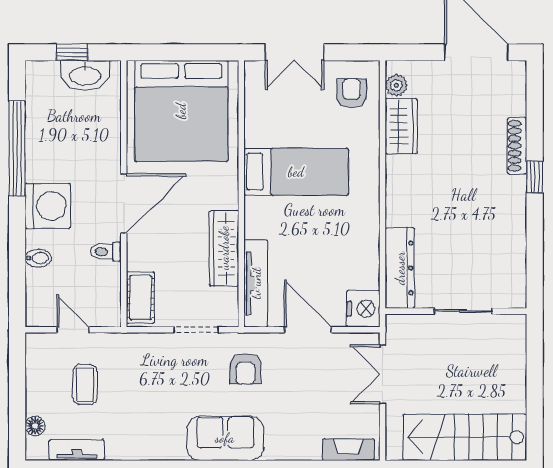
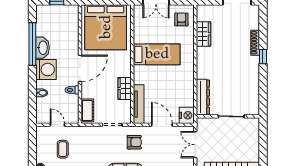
washbasin: (85, 75) -> (43, 48), moved, turned -90
plant: (396, 85) -> (201, 16), removed
wardrobe: (224, 248) -> (125, 88), width x0.67
armchair: (245, 369) -> (134, 142), turned -90

